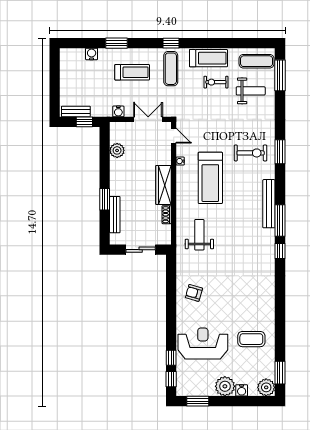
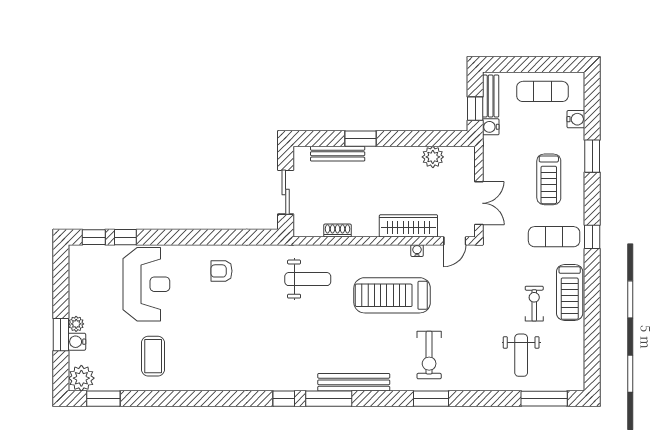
exercise mat: (257, 61) -> (542, 91), moved, turned 90
water cooler: (118, 111) -> (491, 127), moved
wardrobe: (163, 185) -> (408, 226), moved
armchair: (194, 293) -> (221, 271), turned -106
plant: (225, 386) -> (76, 324), width x0.53, depth x0.53
window: (198, 401) -> (61, 335), moved

